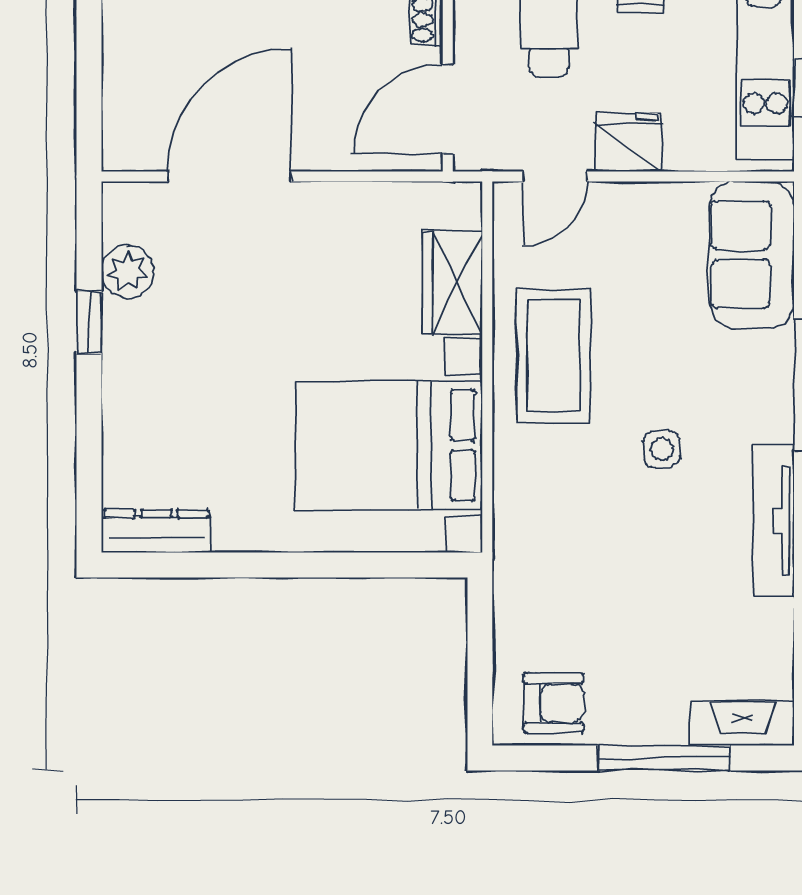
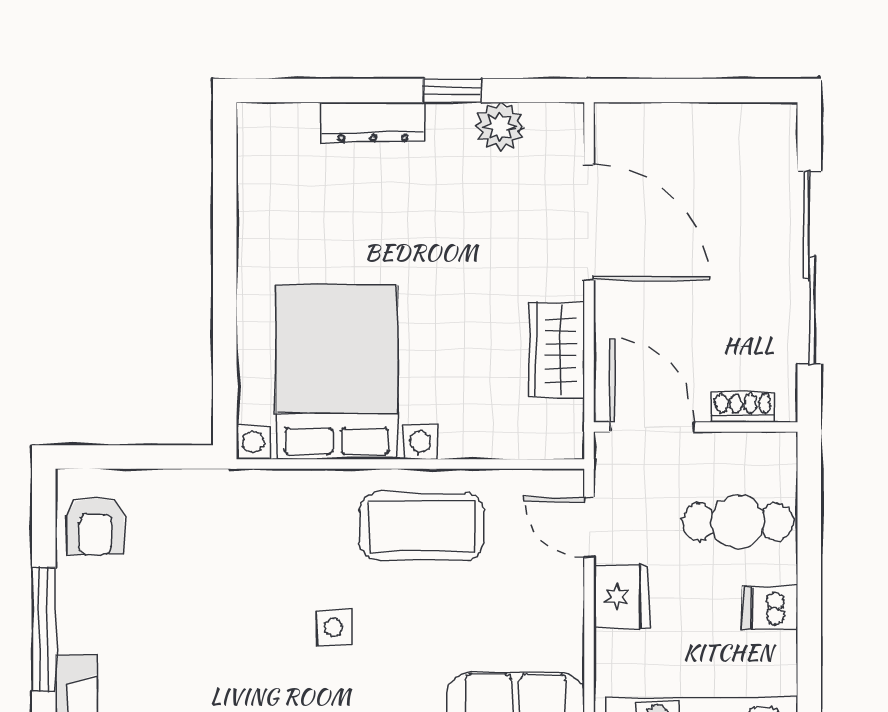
wardrobe: (453, 283) -> (556, 350), moved, turned -90
dresser: (156, 531) -> (373, 122), moved, turned 90

